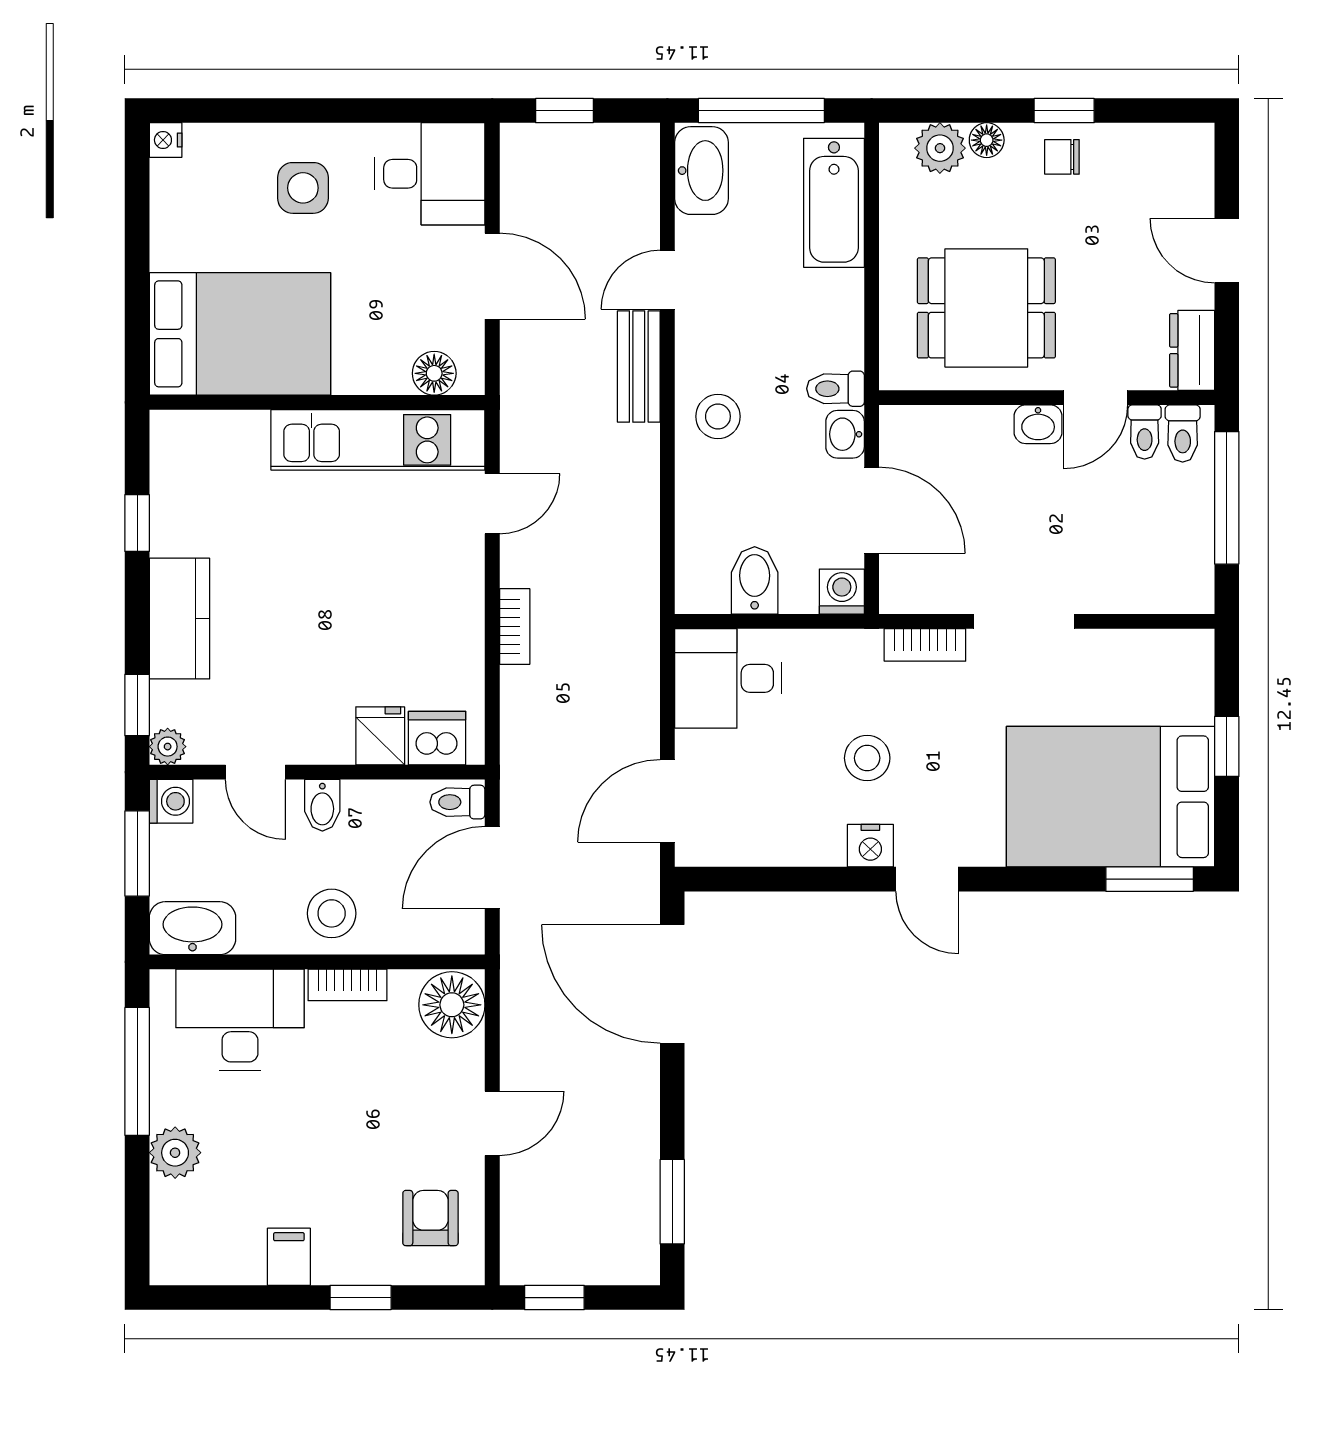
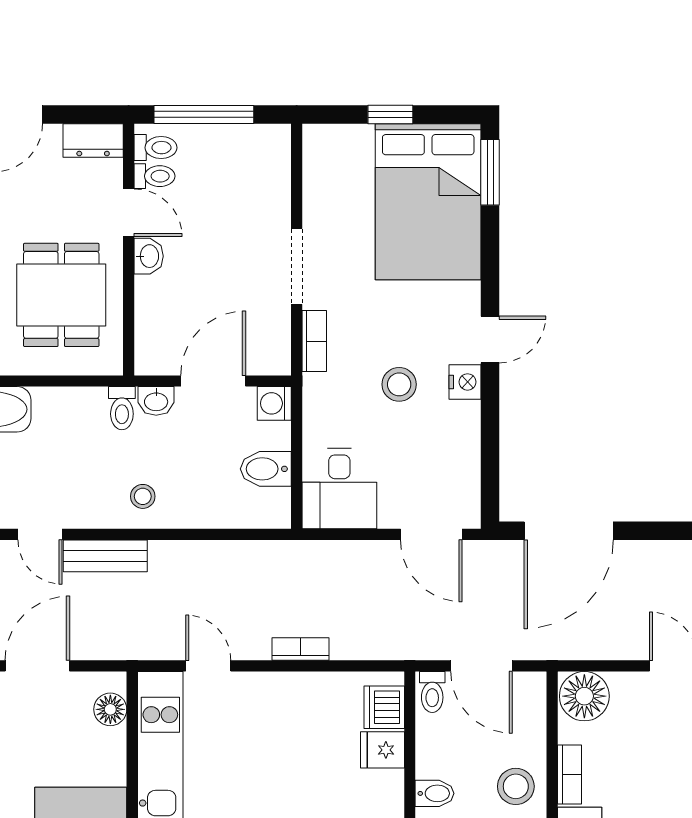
stool: (718, 416) -> (143, 496), width x0.73, depth x0.73

